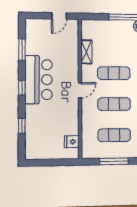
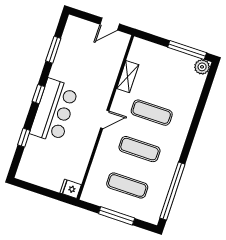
bar counter: (39, 80) -> (54, 111), moved
fridge: (72, 142) -> (71, 189), moved

